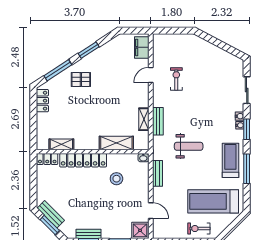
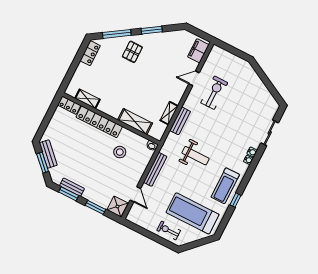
exercise bike: (176, 79) -> (214, 93), width x1.38, depth x1.39
pallet: (81, 80) -> (132, 52), turned 90
window: (247, 129) -> (253, 166), removed
treadmill: (230, 160) -> (225, 186), turned 180
window: (247, 169) -> (235, 200), width x0.46
bench: (158, 173) -> (155, 169), width x1.36

